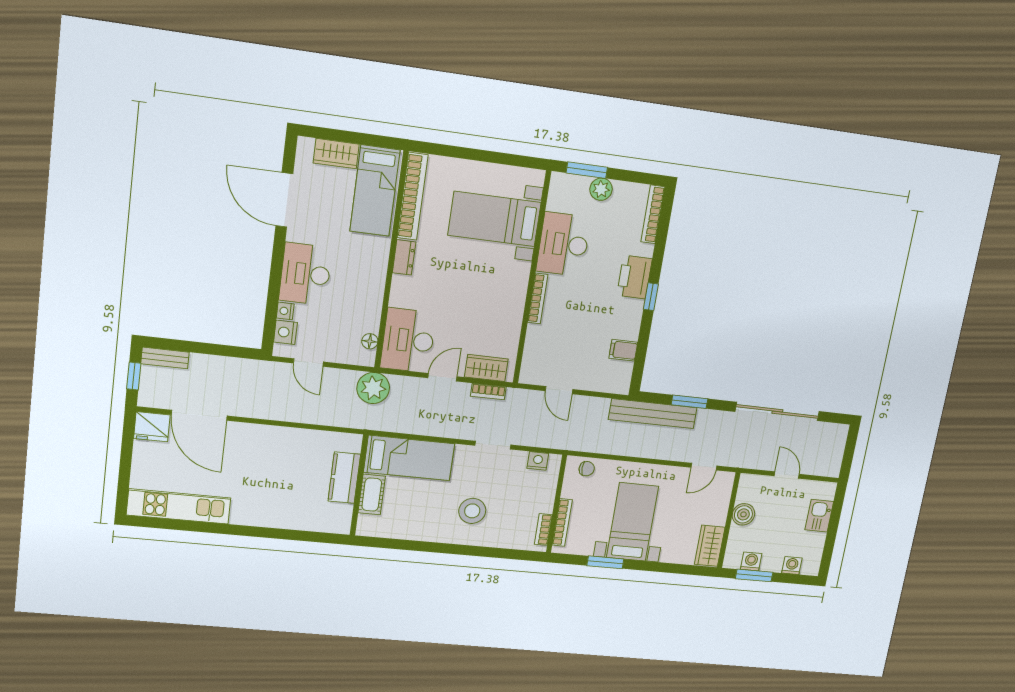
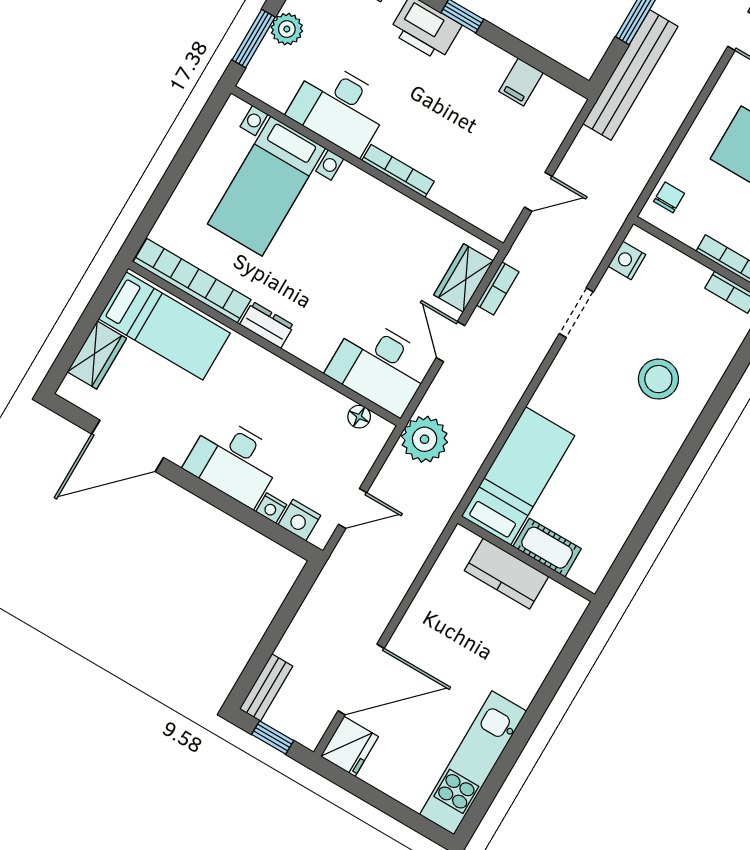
bed: (409, 458) -> (518, 476), moved
kitchen counter: (344, 478) -> (506, 574), moved
wall: (359, 485) -> (526, 559), moved
cot: (372, 495) -> (547, 548), moved

